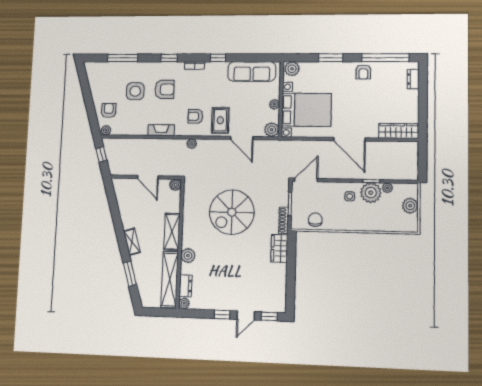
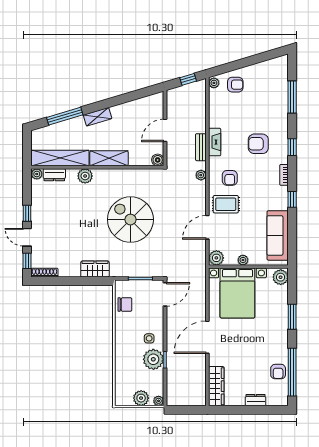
armchair: (363, 72) -> (278, 372), moved, turned -90
dresser: (413, 79) -> (256, 400), moved
armchair: (165, 89) -> (258, 144), turned 90
side table: (135, 91) -> (256, 112), removed
armchair: (195, 116) -> (230, 178), turned 180
bench: (165, 143) -> (201, 147), added
door: (306, 180) -> (165, 294), hinge flipped
plant: (387, 188) -> (159, 401), moved
shoe rack: (284, 220) -> (44, 273), moved
window: (130, 274) -> (65, 116), width x1.44

